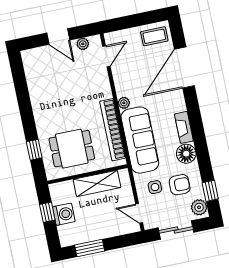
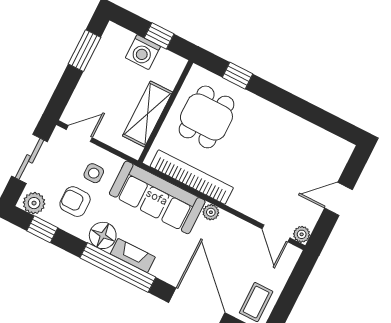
plant: (83, 44) -> (302, 234), moved
window: (198, 131) -> (118, 267), added
armchair: (180, 185) -> (75, 202), turned 90

